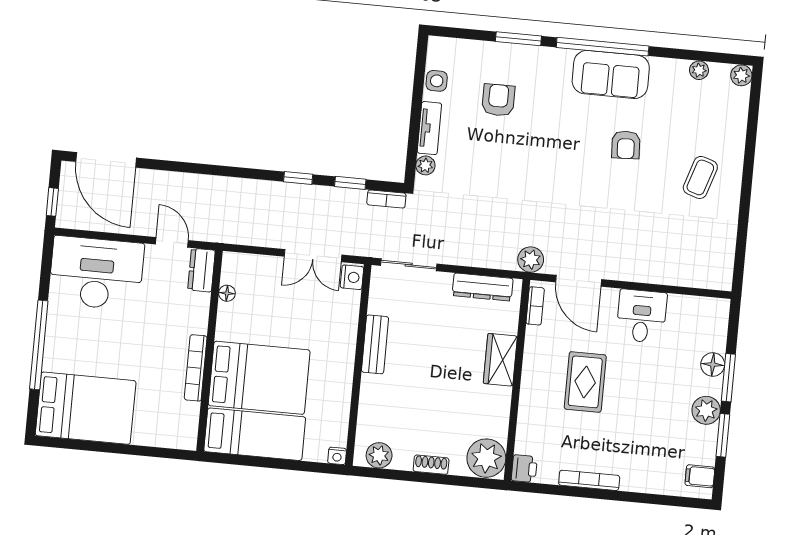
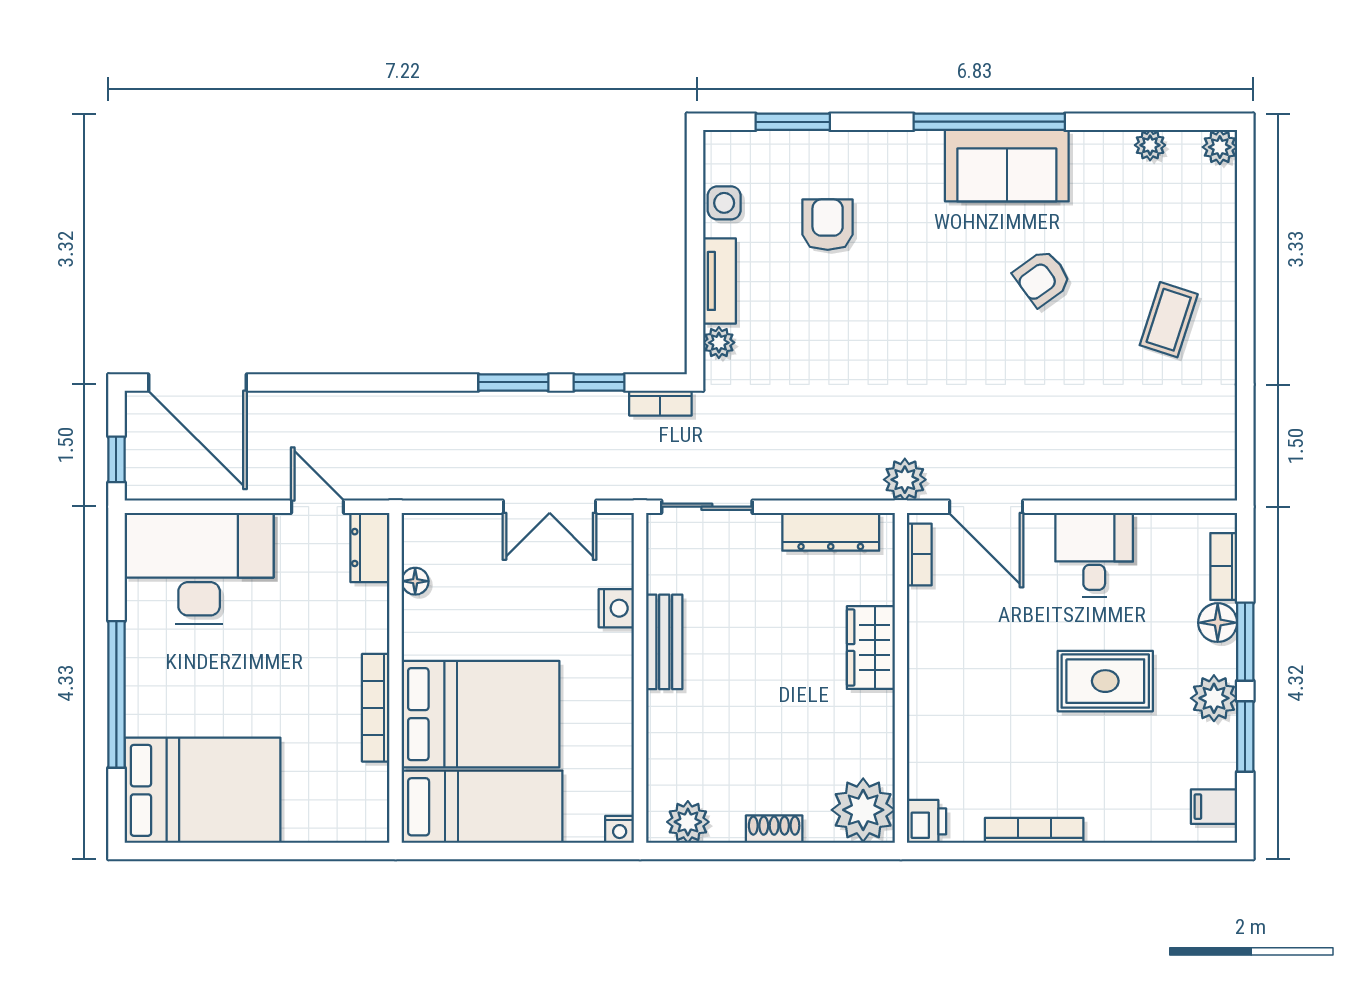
window: (518, 39) -> (793, 122), moved
armchair: (626, 145) -> (1042, 278), turned 57
window: (298, 178) -> (513, 382), width x1.50
nightstand: (352, 277) -> (616, 608), moved
bookcase: (720, 331) -> (1224, 566), added
rug: (585, 382) -> (1105, 681), moved, turned 90

